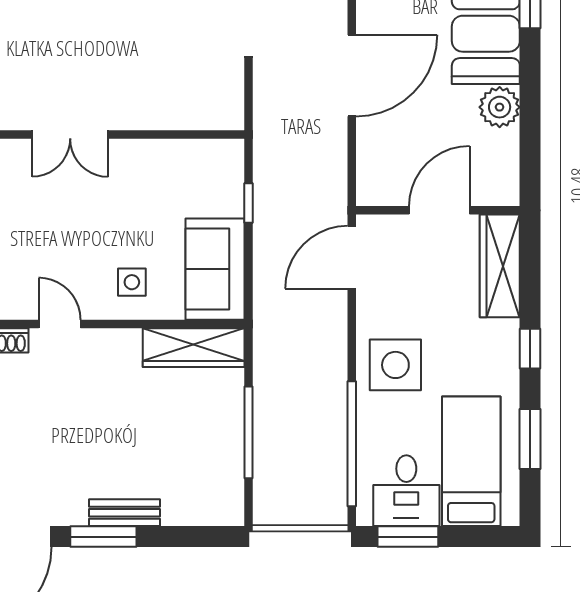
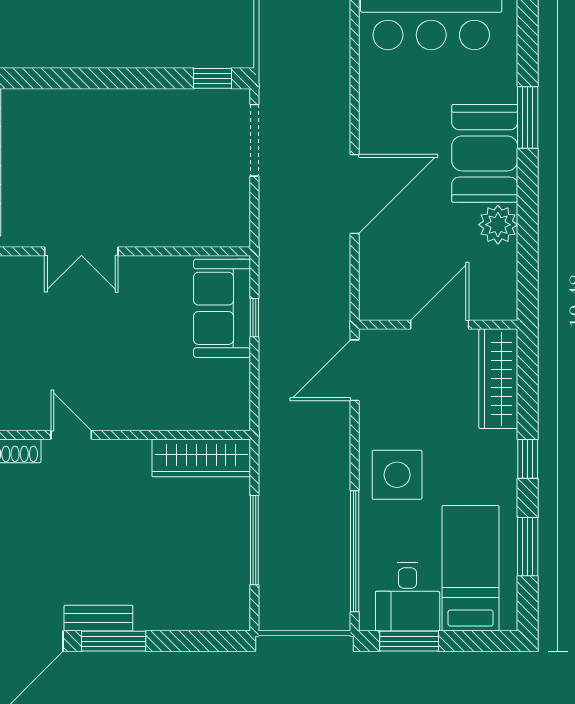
sofa: (215, 269) -> (222, 308), moved
side table: (132, 282) -> (141, 394), removed
bench: (124, 513) -> (98, 618), moved

